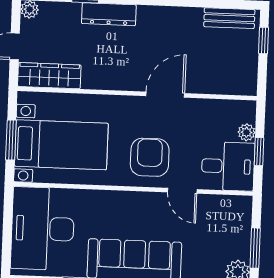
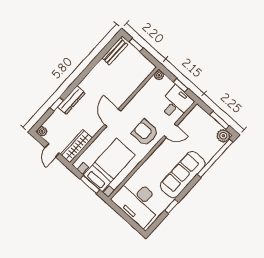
door: (165, 95) -> (113, 118), moved
plant: (247, 132) -> (159, 75), moved

